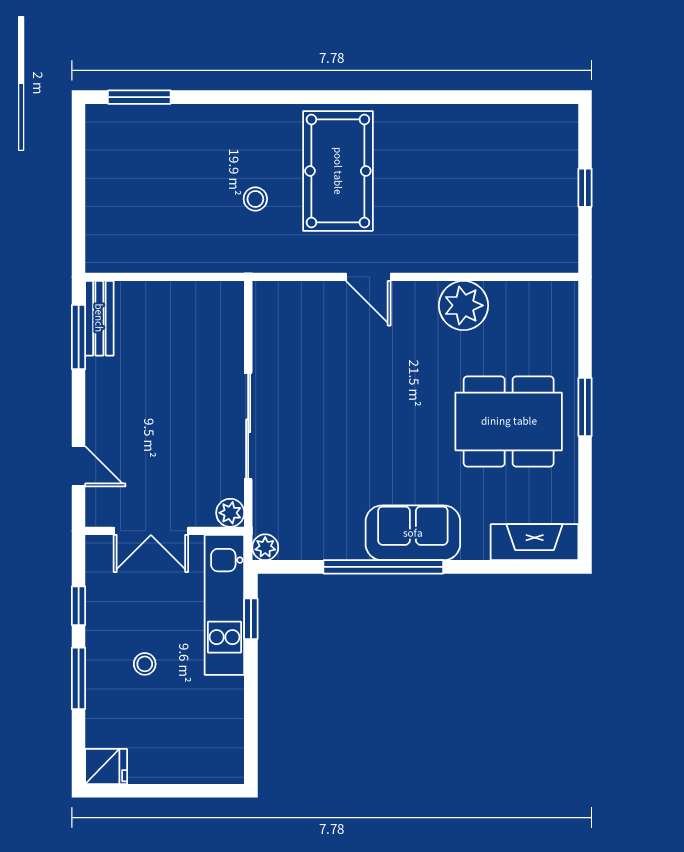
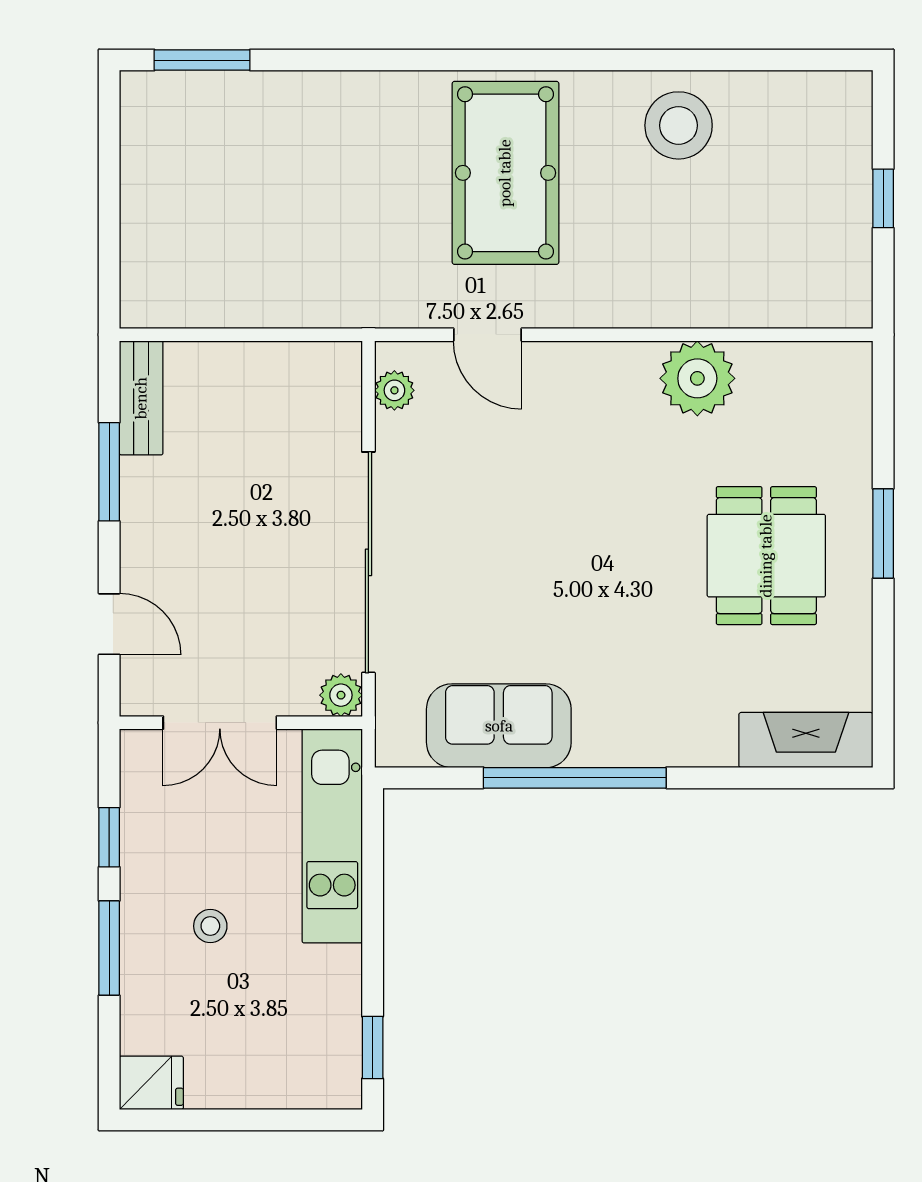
stool: (255, 199) -> (679, 125), moved, width x1.89, depth x1.89
door: (368, 277) -> (488, 335), moved
window: (79, 337) -> (109, 472), moved
dining table: (509, 421) -> (766, 556), width x0.73
sliding door: (248, 426) -> (368, 562), width x1.36
sofa: (413, 533) -> (499, 726), moved
plant: (265, 547) -> (394, 390), moved
window: (251, 619) -> (373, 1047), moved

